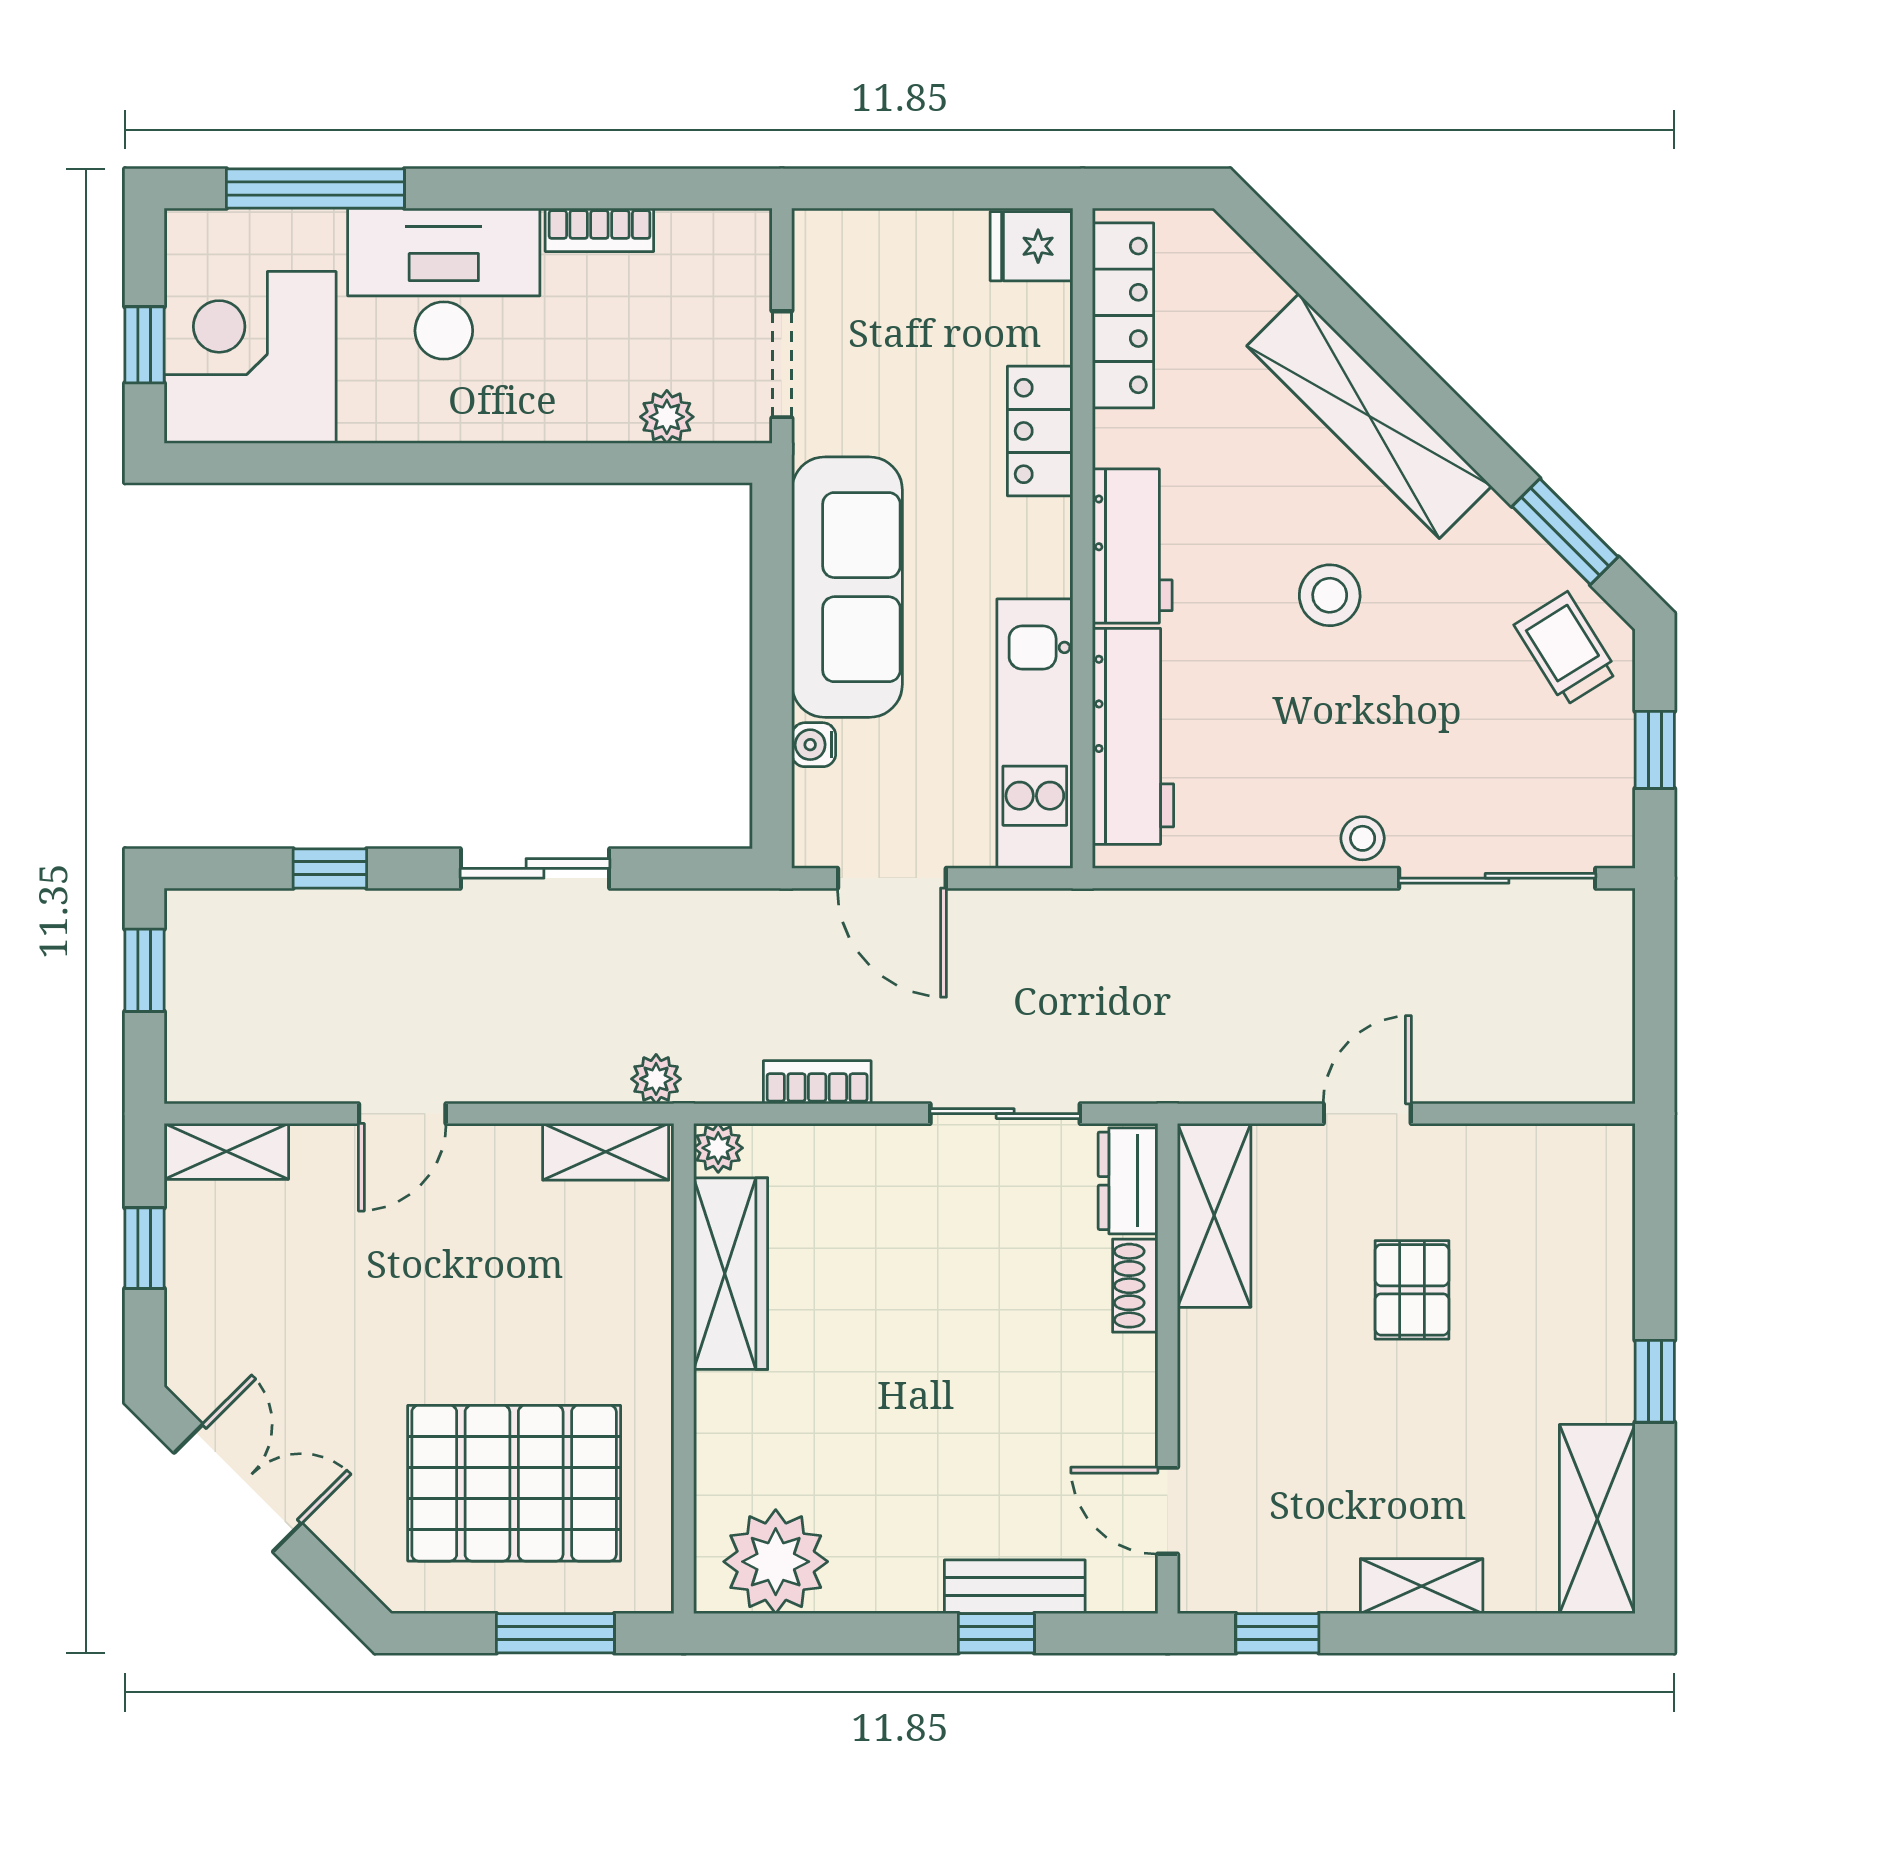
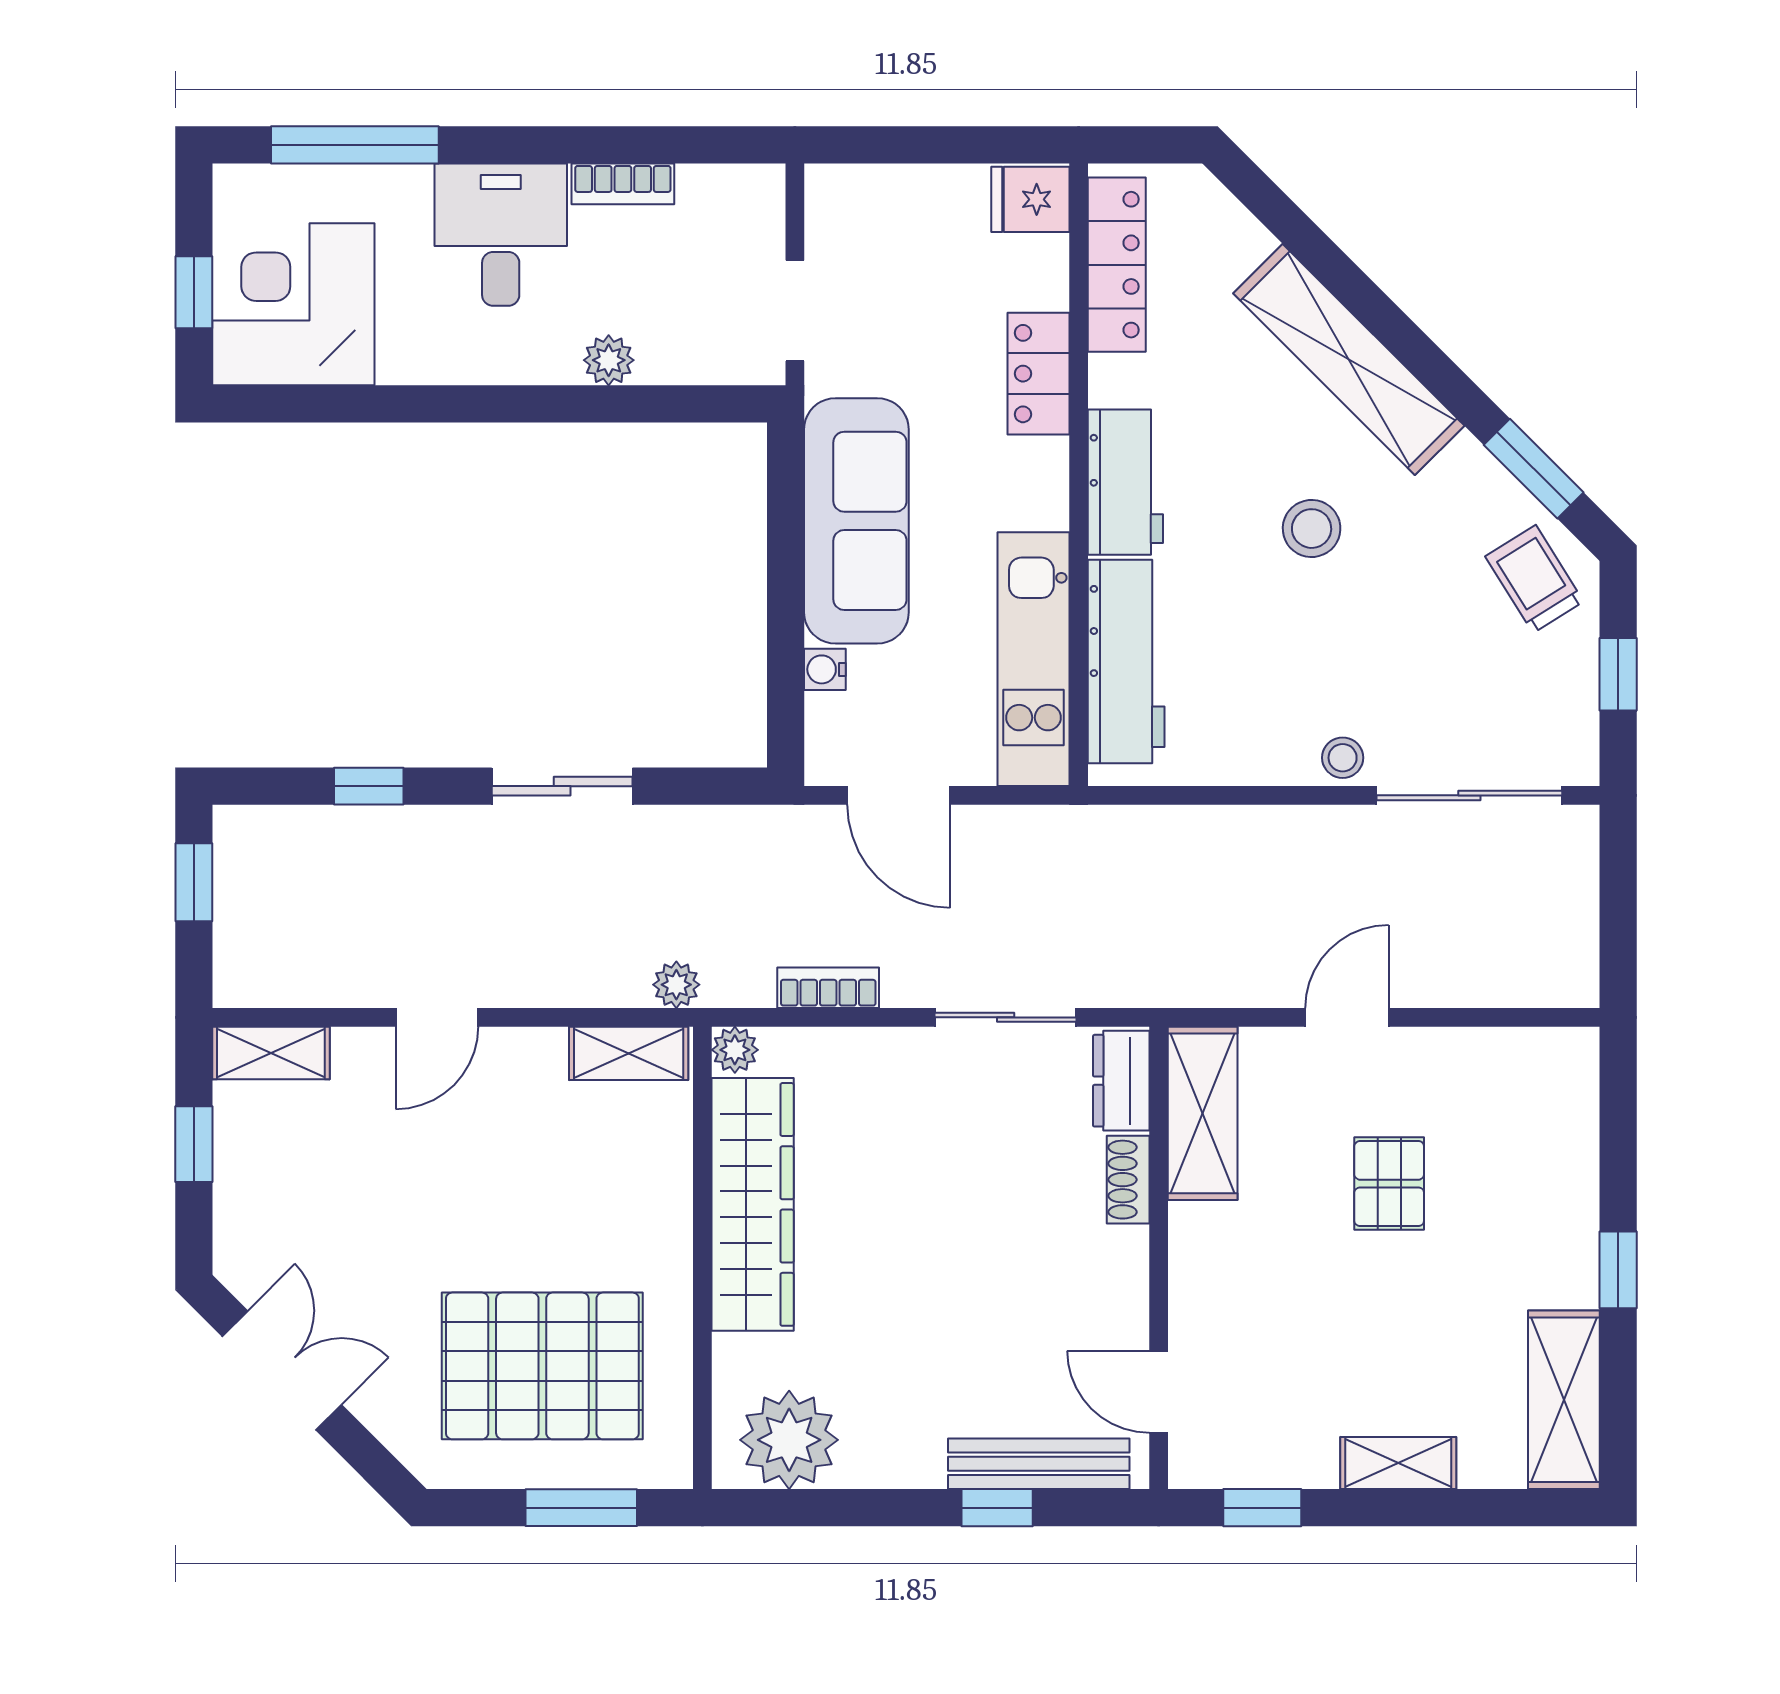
desk: (444, 284) -> (501, 235), width x0.73
plant: (667, 417) -> (609, 360), moved
wardrobe: (731, 1274) -> (753, 1204), width x1.40, depth x1.17
bench: (1015, 1587) -> (1039, 1464), width x1.36

